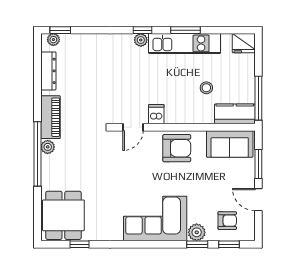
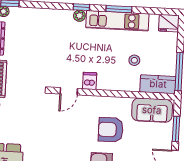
armchair: (177, 148) -> (111, 130), moved, turned 180

